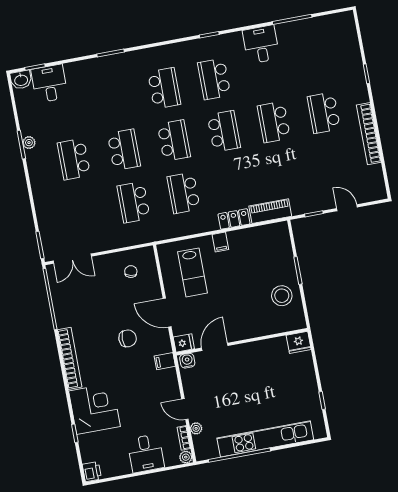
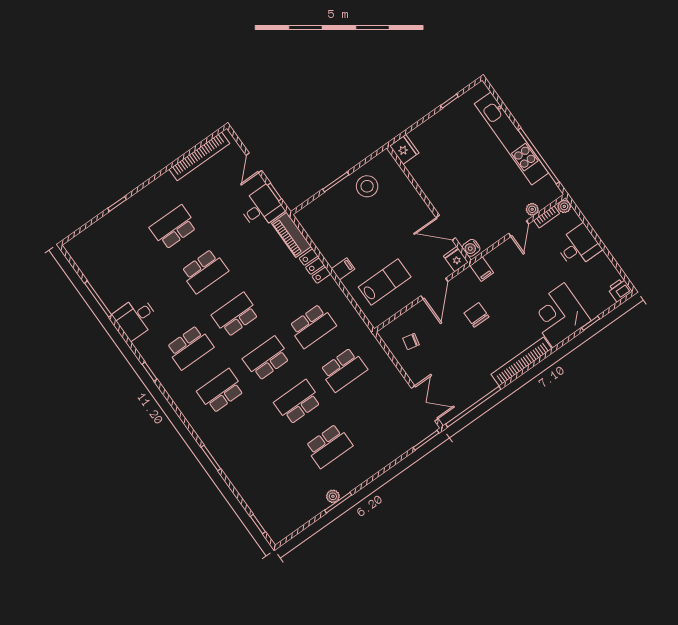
washbasin: (21, 80) -> (276, 532), removed
desk: (49, 84) -> (261, 208), moved, turned 180
school desk: (324, 113) -> (173, 227), turned 180
bookcase: (369, 134) -> (199, 156), moved

